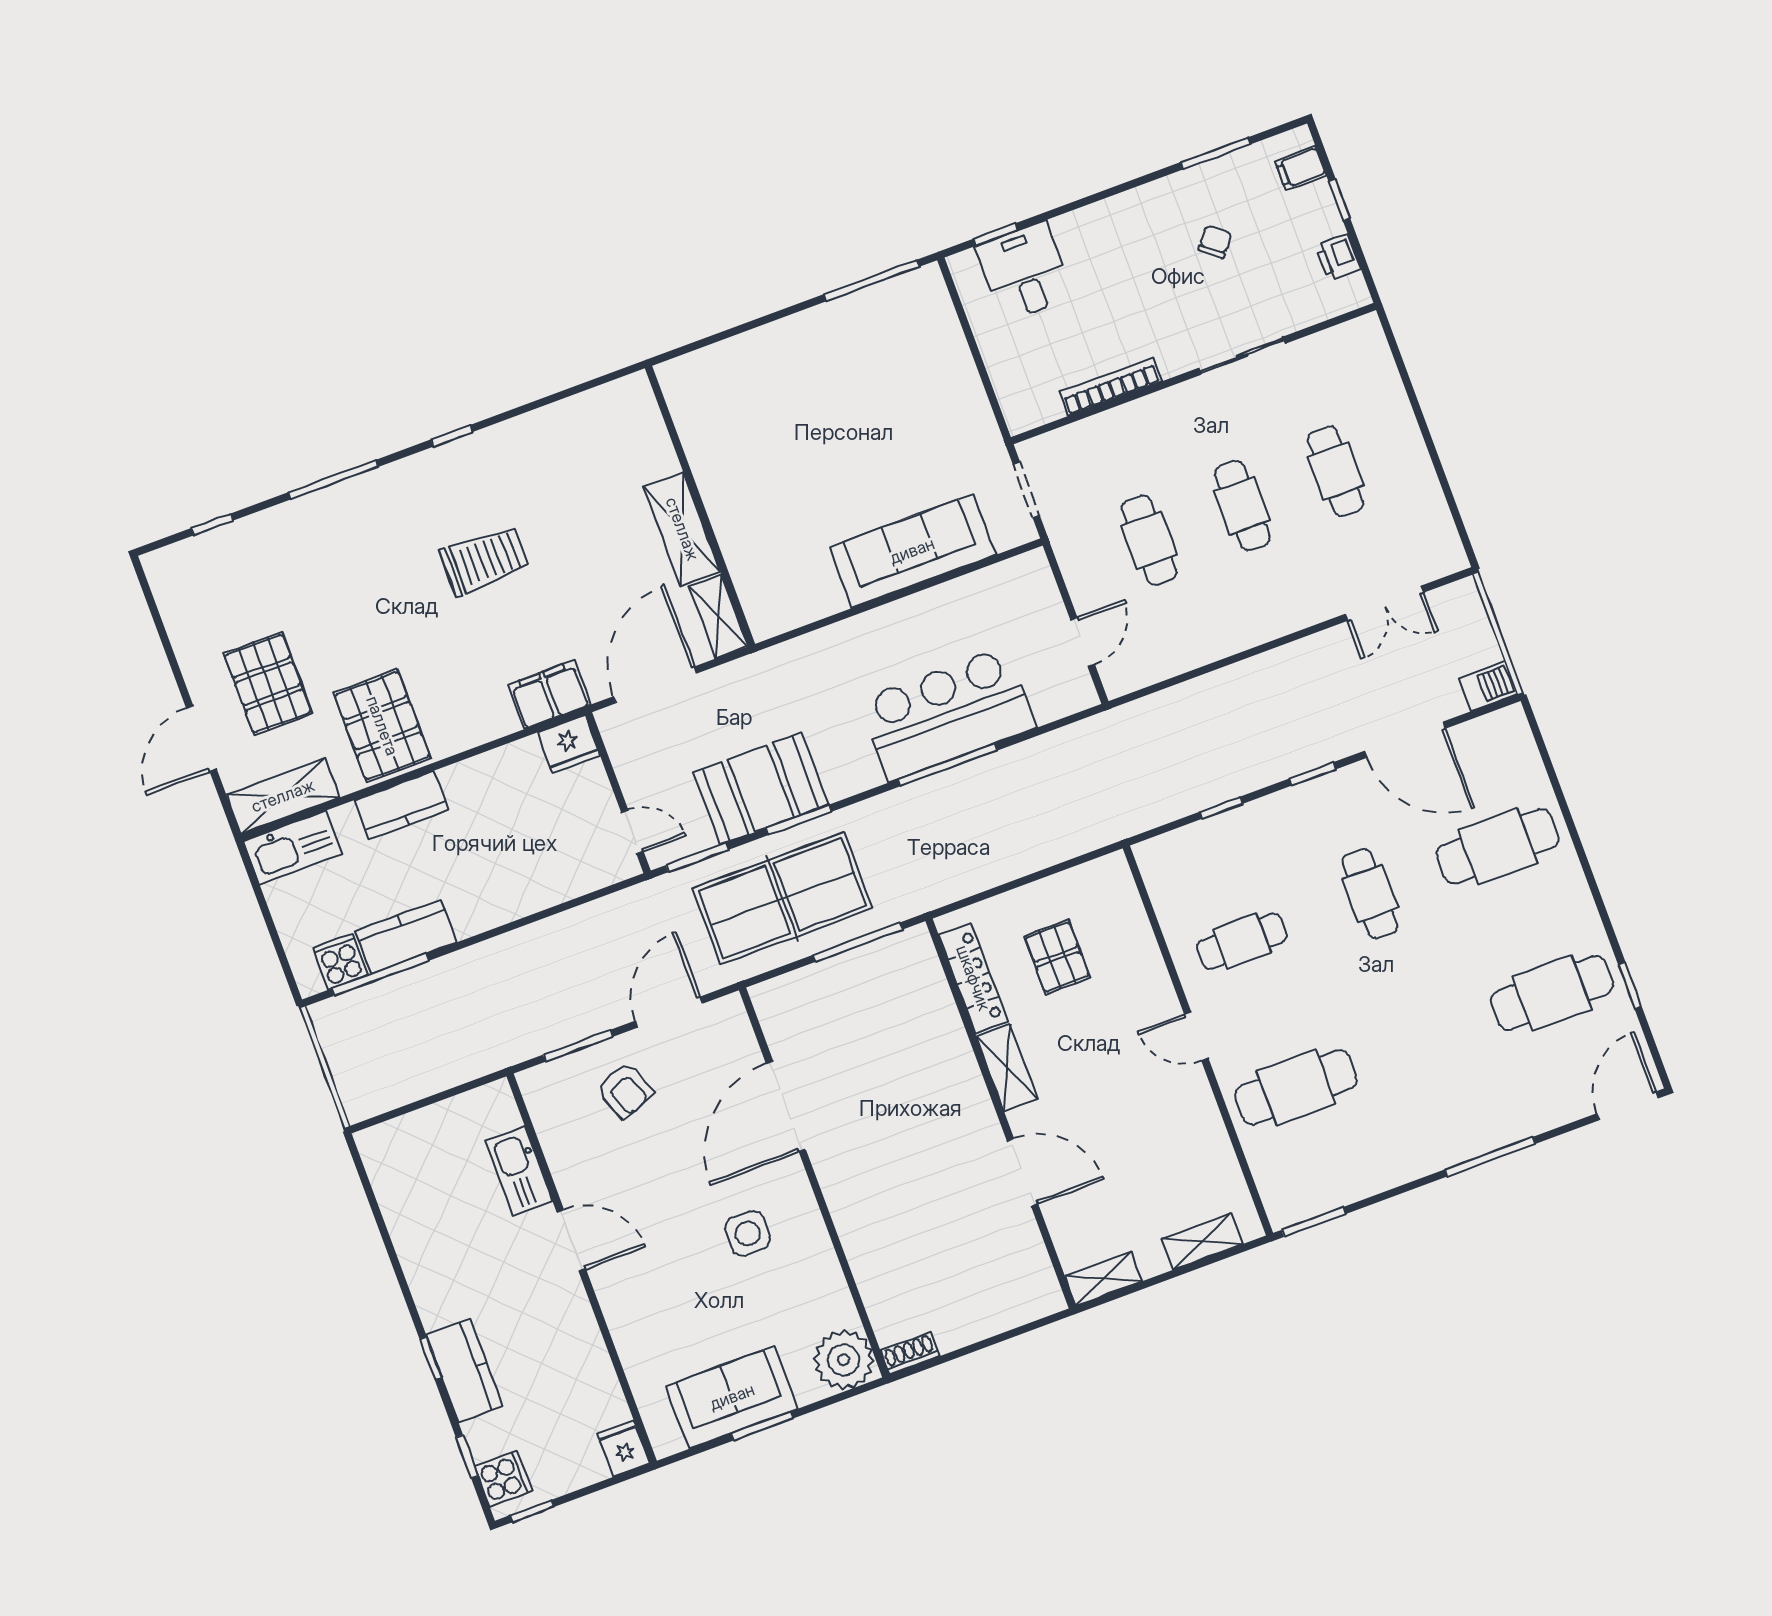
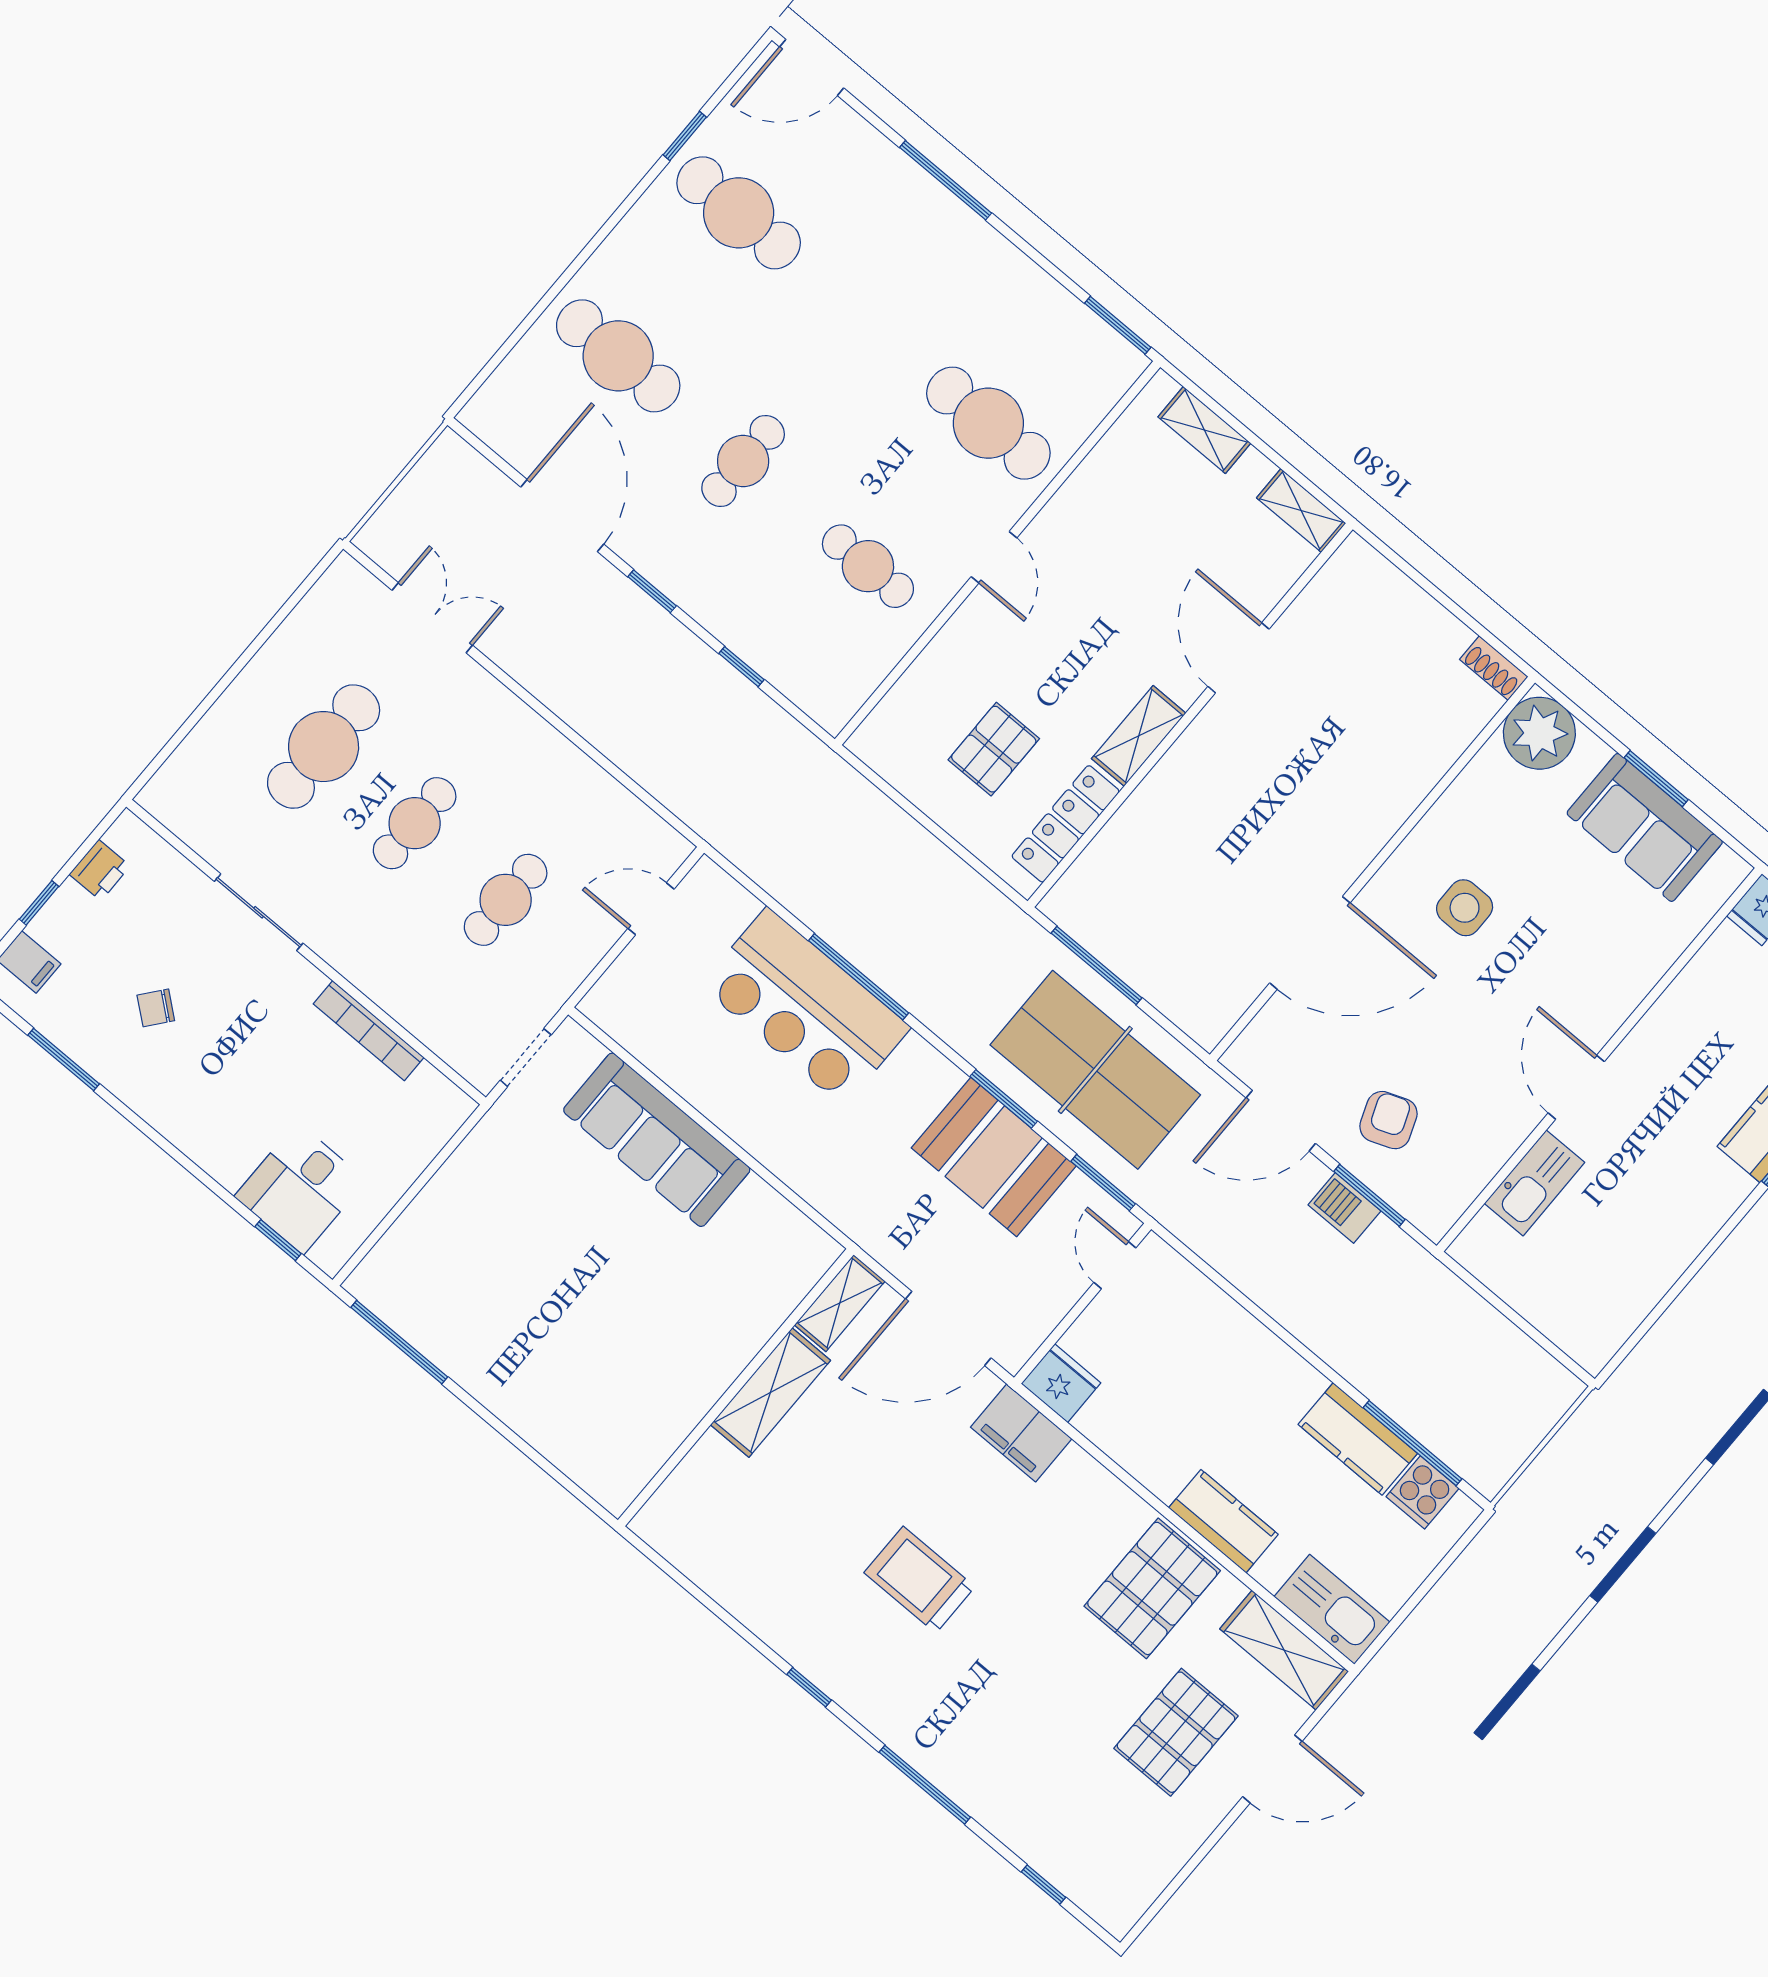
cafe table: (1336, 471) -> (324, 747), width x1.37, depth x1.35
barbecue: (1489, 686) -> (1344, 1208), moved

